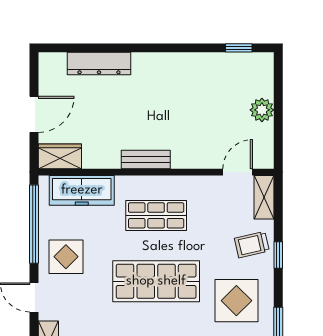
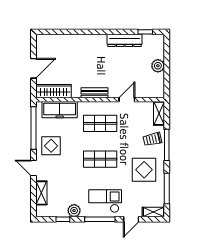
dresser: (99, 63) -> (125, 40), moved
wardrobe: (60, 156) -> (54, 91), width x1.50
door: (238, 172) -> (127, 100), moved
window: (278, 255) -> (167, 145), width x2.17
shop shelf: (156, 281) -> (100, 159), width x0.70, depth x0.74

